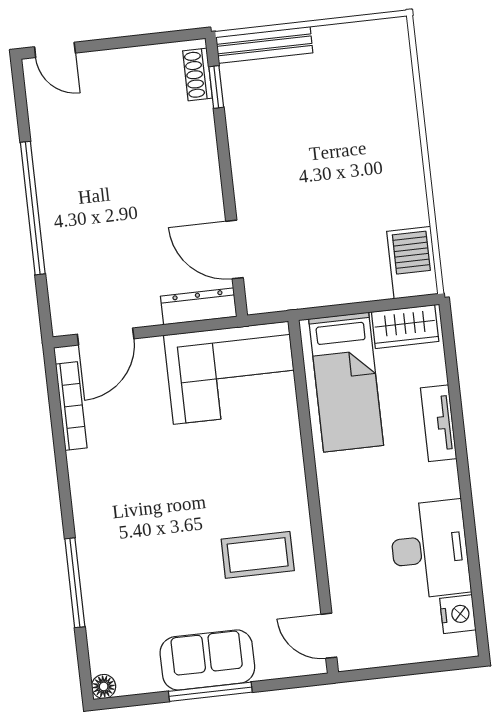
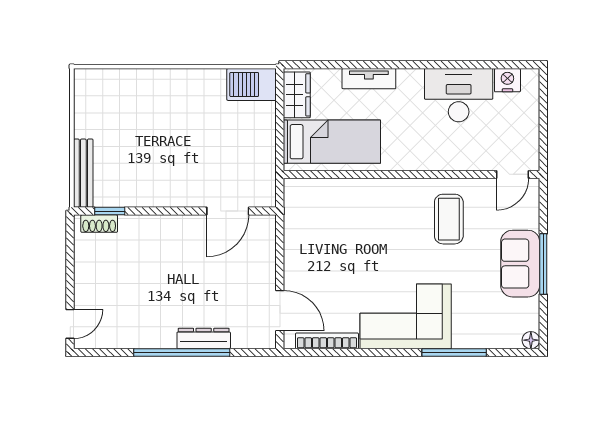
dresser: (199, 306) -> (204, 338), moved, turned 90
corner sofa: (231, 373) -> (406, 316), moved, turned -90

